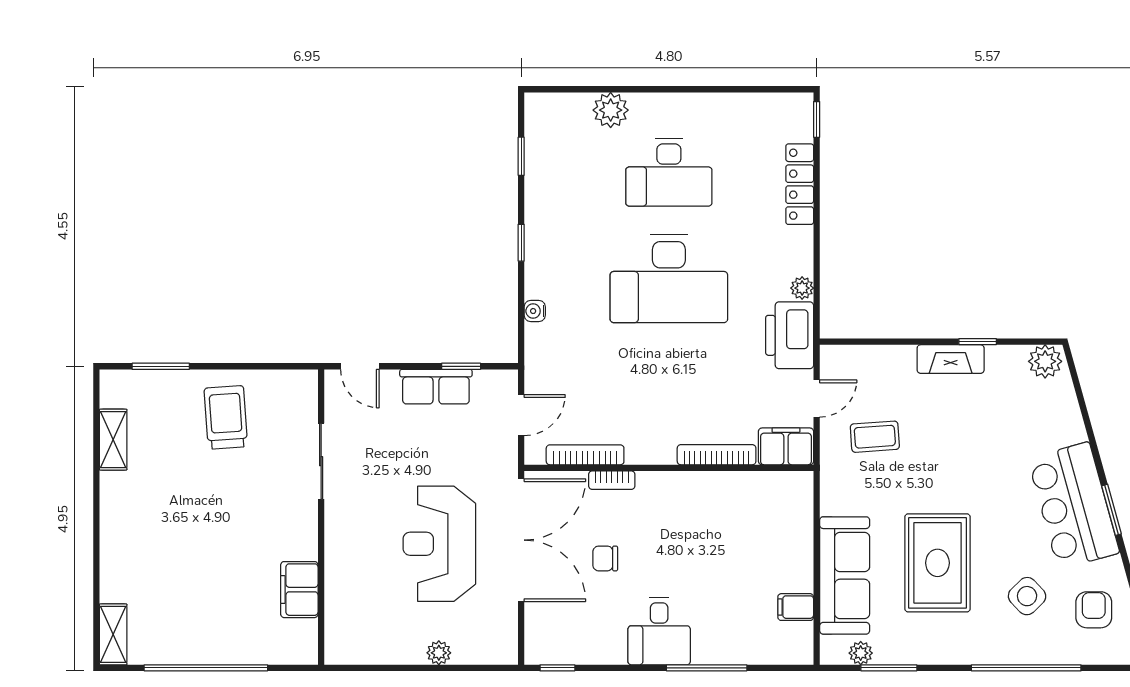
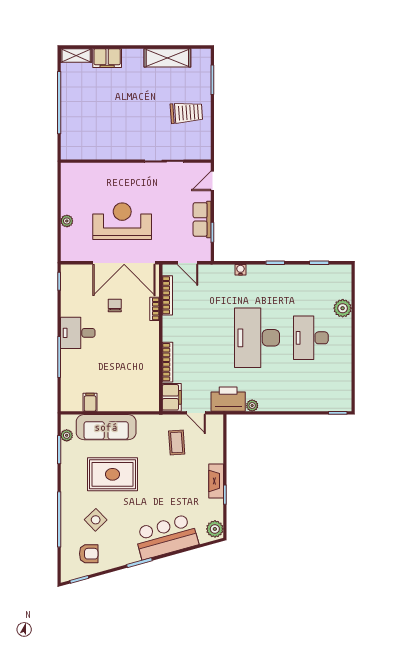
locker: (800, 184) -> (305, 404), removed
shelving: (113, 440) -> (167, 58), width x1.50, depth x1.33
bar counter: (1074, 506) -> (166, 537), moved
filing cabinet: (299, 590) -> (107, 58), moved, turned 180

